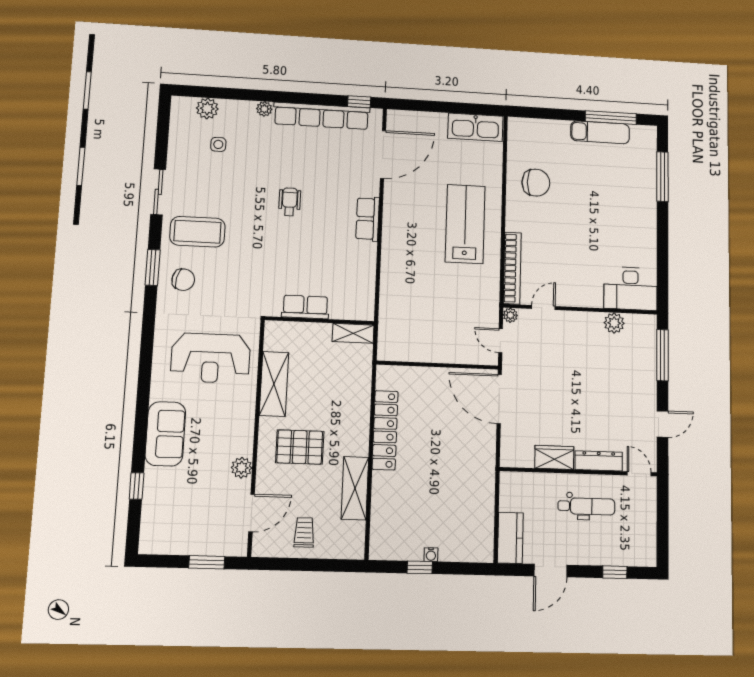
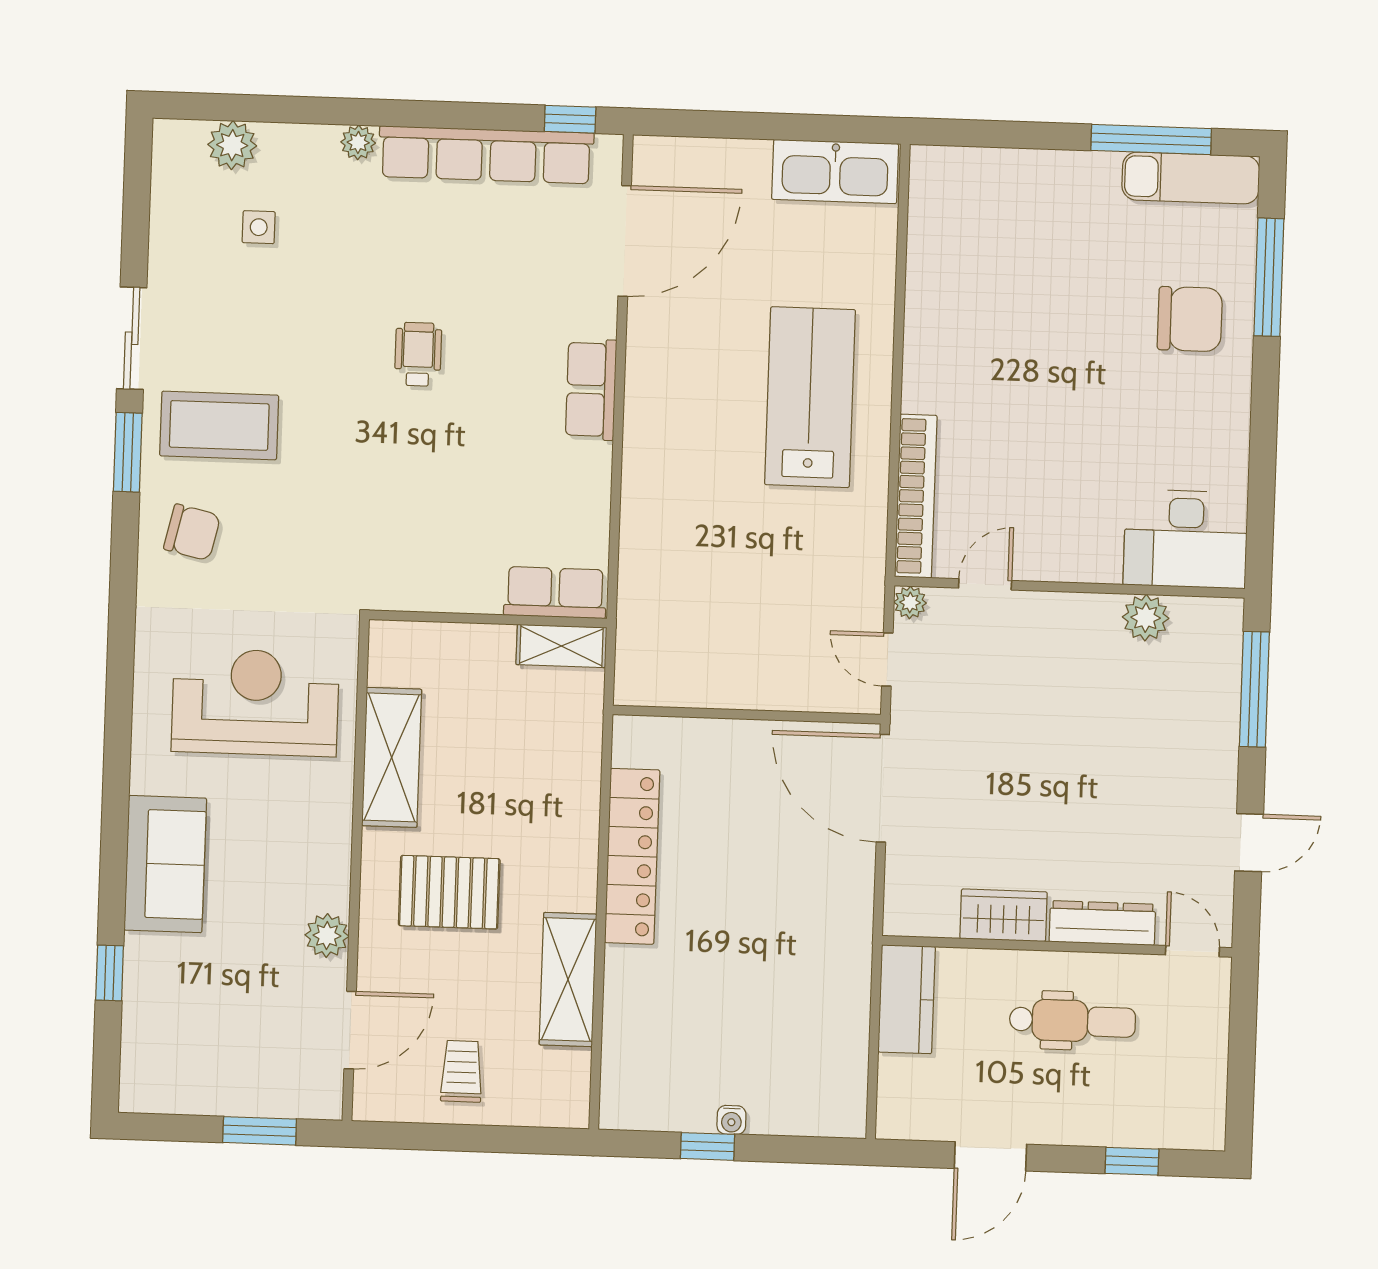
exam couch: (600, 132) -> (1191, 178), moved
chair: (536, 183) -> (1190, 319), moved
window: (153, 267) -> (128, 452), moved
row of seats: (305, 307) -> (555, 593), moved
reception desk: (211, 358) -> (255, 702), turned 180
kitchen counter: (510, 538) -> (907, 999), moved

